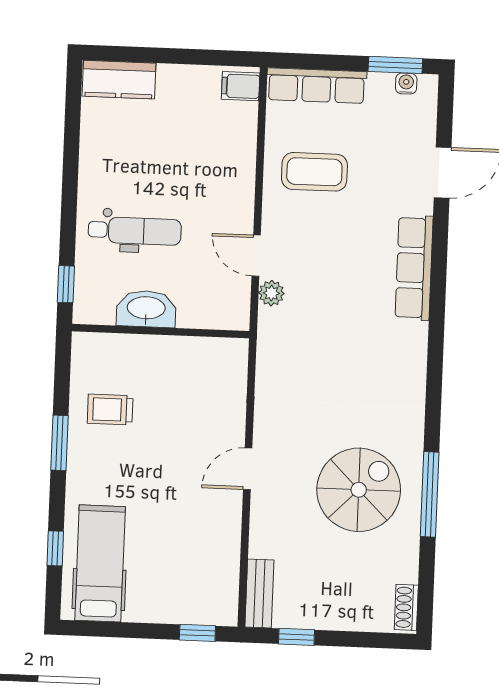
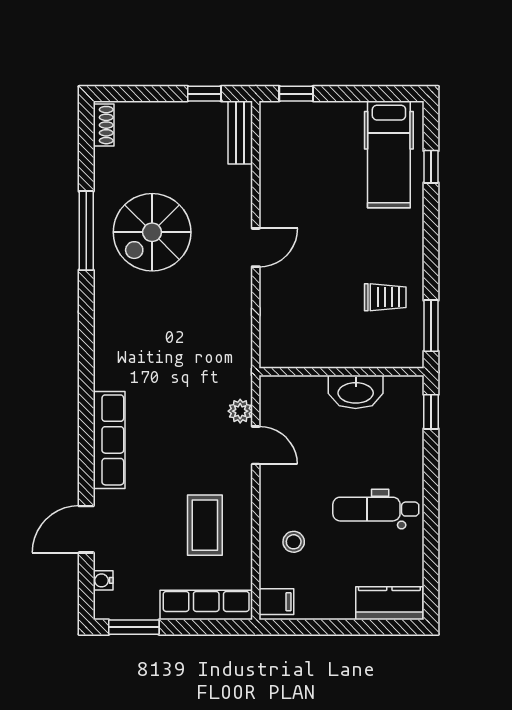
water cooler: (406, 84) -> (103, 580), moved, turned 90
stool: (219, 150) -> (294, 542), added
coffee table: (314, 172) -> (205, 525), turned 90
dental chair: (135, 231) -> (376, 509), moved
window: (59, 443) -> (431, 326), moved

